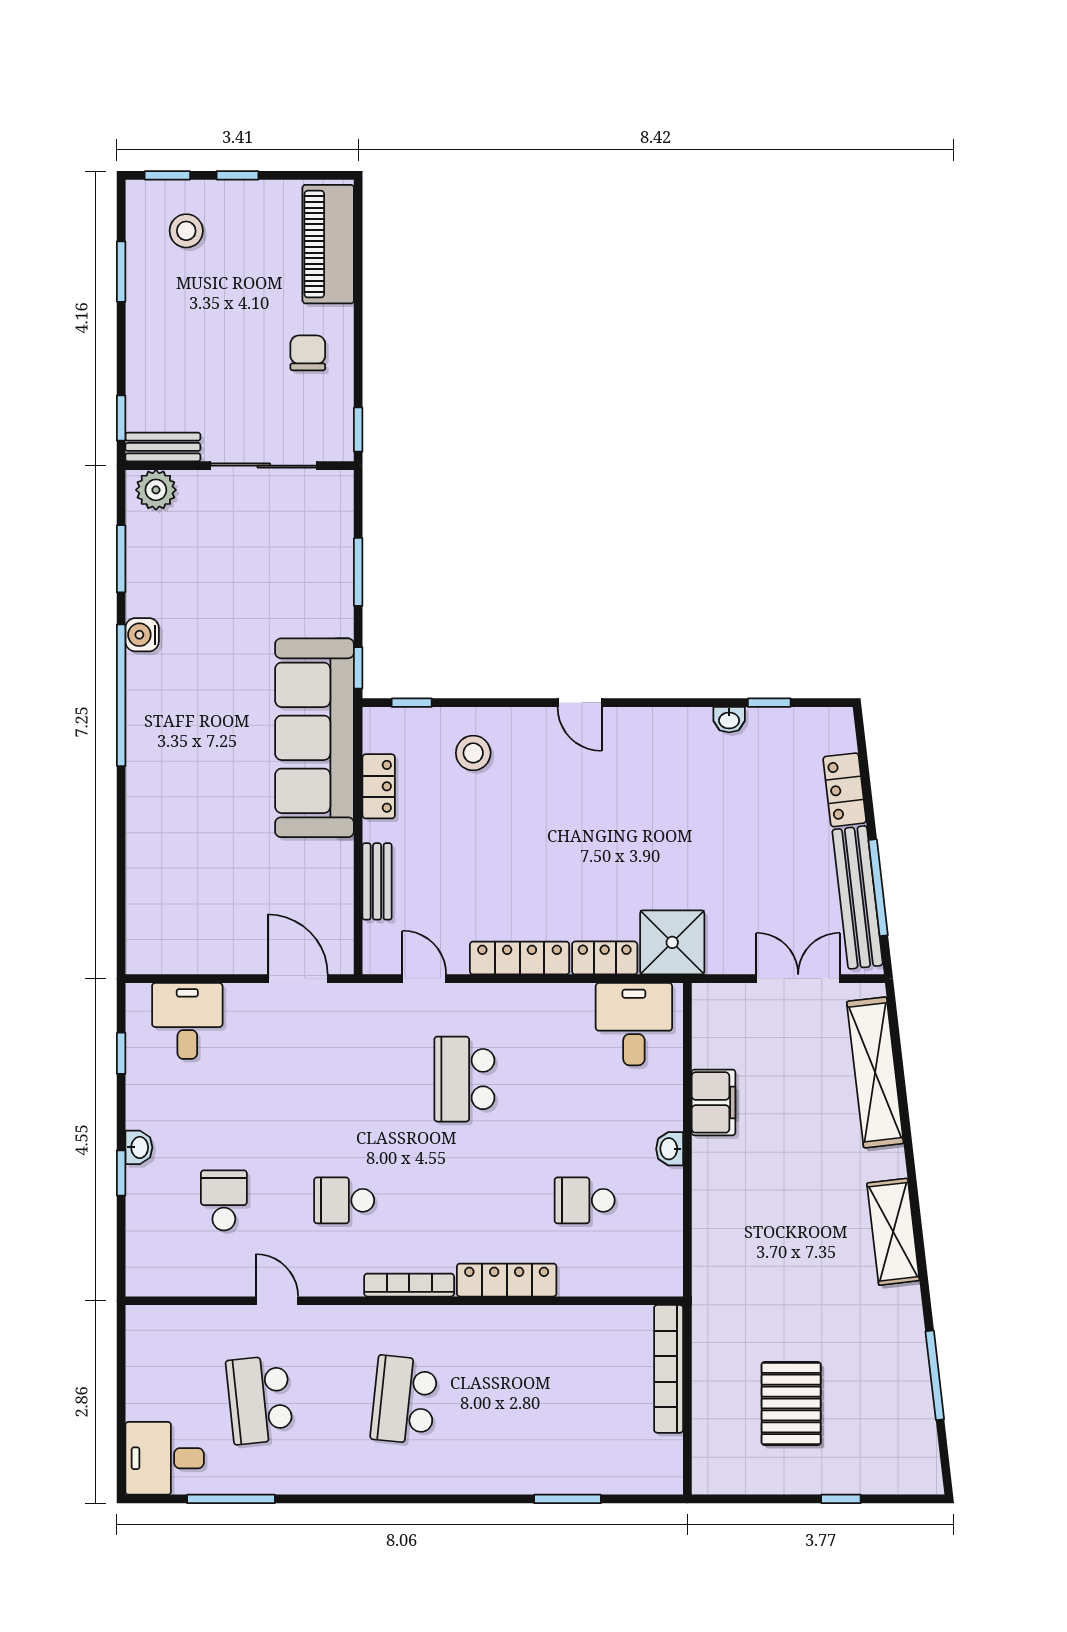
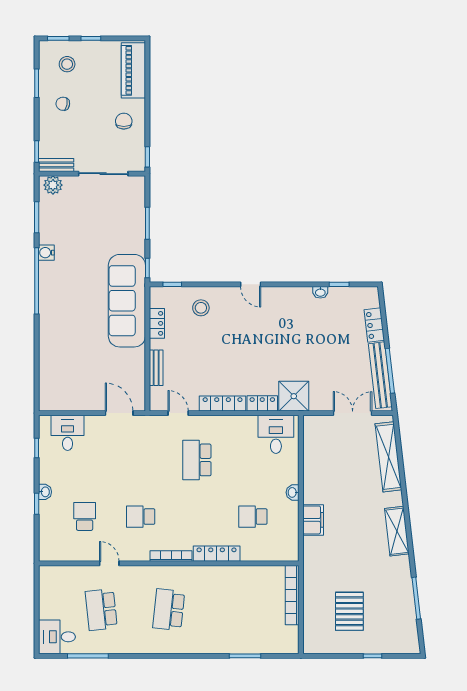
chair: (177, 316) -> (63, 104), added
filing cabinet: (714, 1102) -> (313, 520), moved

